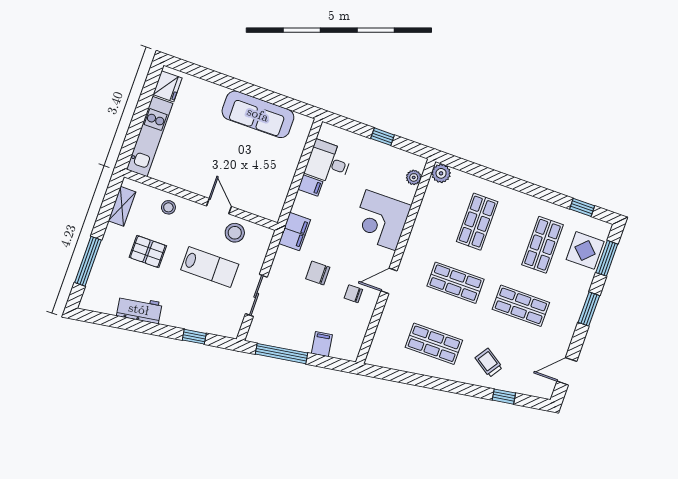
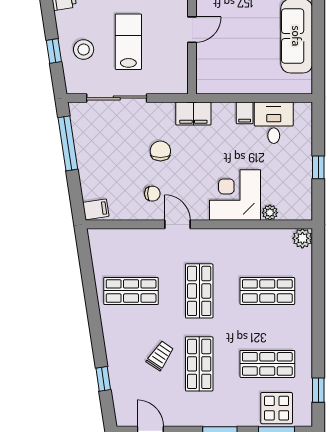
plant: (414, 177) -> (270, 213), moved
stool: (235, 233) -> (84, 49), moved
lab bench: (210, 267) -> (128, 42), turned 180
chair: (353, 294) -> (152, 194), turned 90
sliding door: (256, 295) -> (117, 98), width x1.37
filing cabinet: (322, 344) -> (96, 209), moved
shop shelf: (434, 344) -> (131, 291), turned 90
trolley: (489, 363) -> (160, 356), moved

